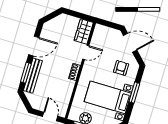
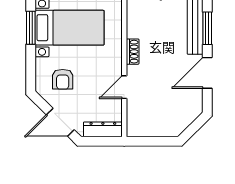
wardrobe: (84, 31) -> (137, 118), removed
dresser: (106, 31) -> (103, 129), added
window: (134, 93) -> (31, 28), moved

